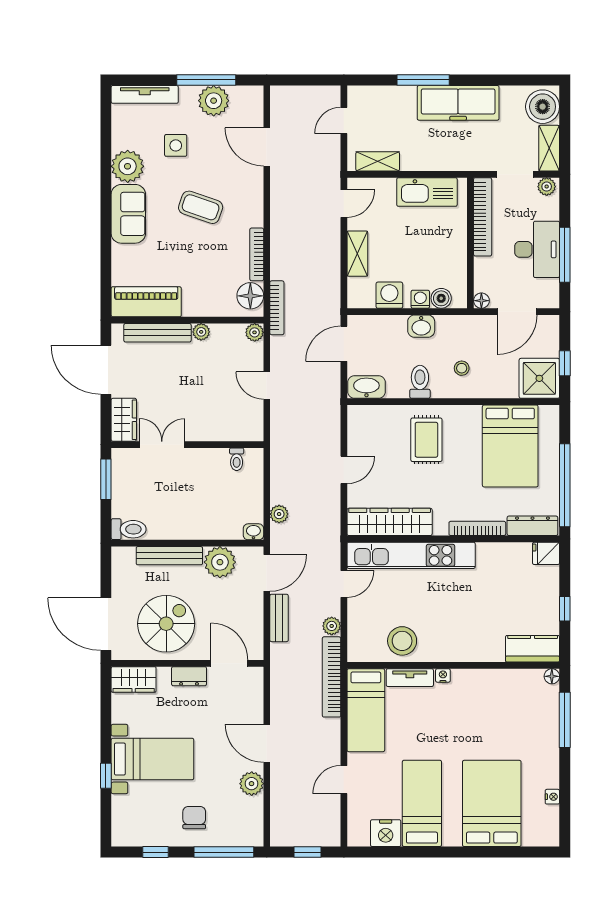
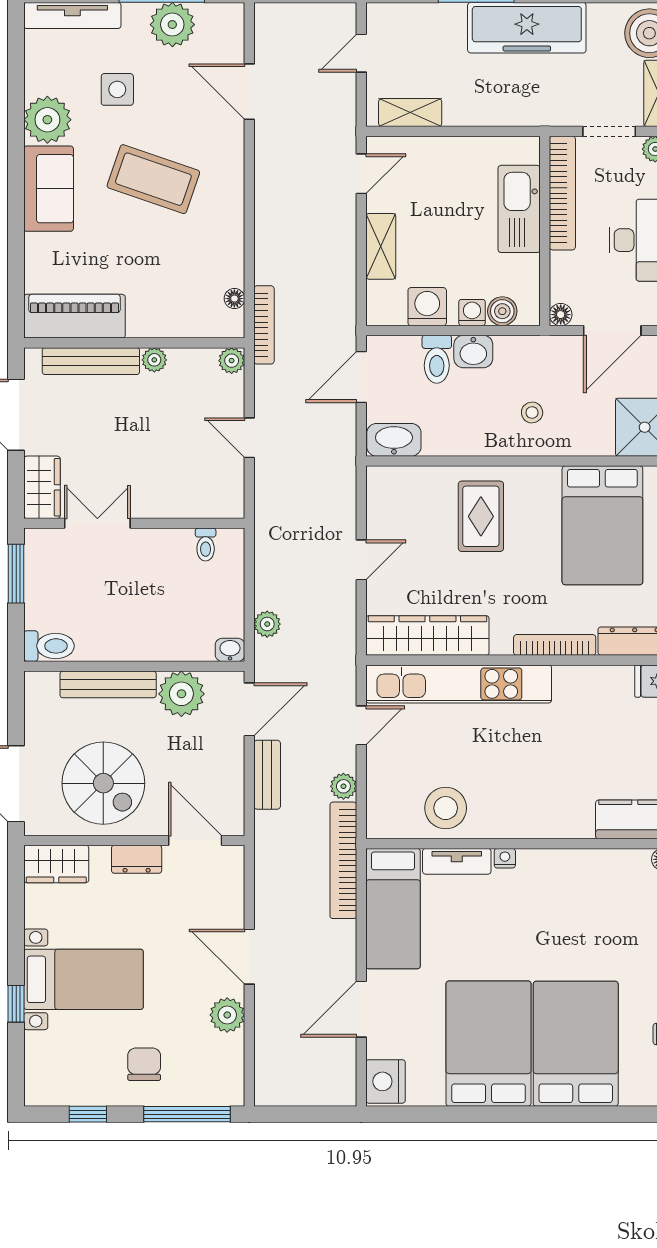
kitchen sink: (427, 192) -> (519, 209), moved, turned 90
coffee table: (201, 207) -> (153, 179), width x1.36, depth x1.32
bookcase: (257, 254) -> (235, 247), removed
floor lamp: (250, 296) -> (234, 299), width x0.53, depth x0.53
toilet: (420, 382) -> (437, 359), moved, turned 180
spiral stairs: (166, 624) -> (103, 783), turned 90
door: (344, 780) -> (361, 1009), width x1.38
bed: (422, 803) -> (489, 1044), width x1.50
nightstand: (386, 833) -> (386, 1081), moved, turned 90
window: (308, 852) -> (308, 1114), removed

